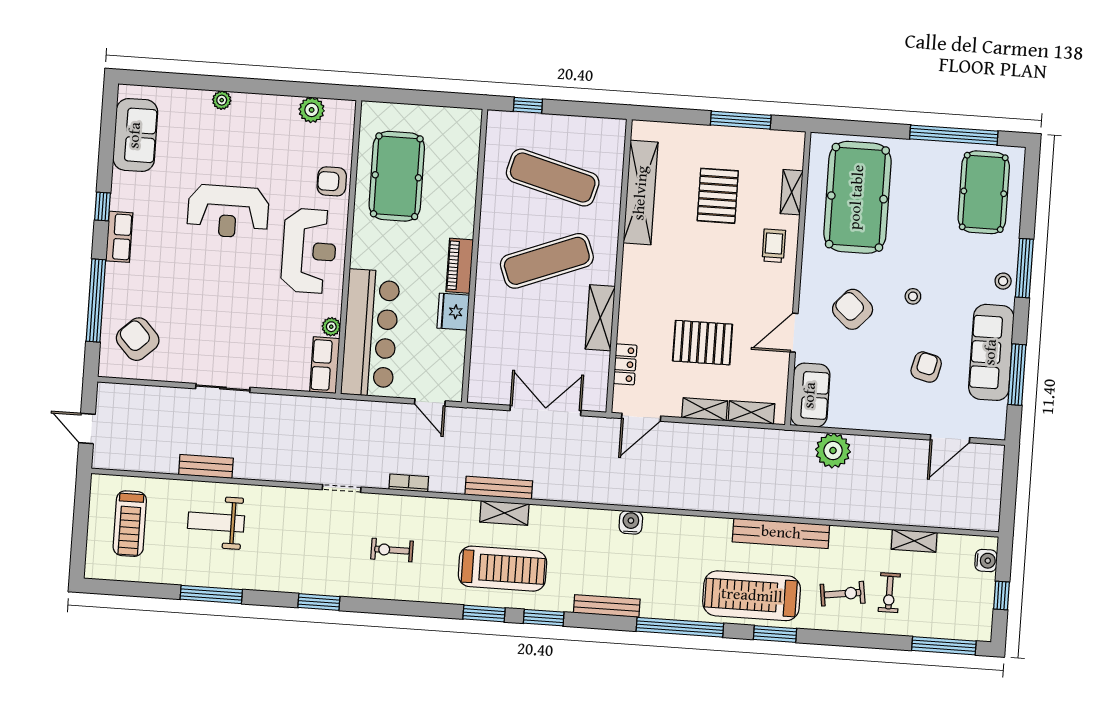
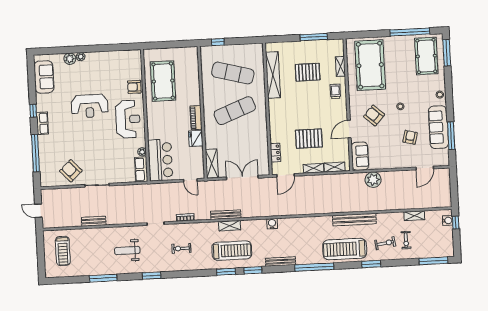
plant: (312, 110) -> (70, 59), moved
pallet: (718, 196) -> (308, 72), turned 90
window: (1024, 268) -> (447, 53), moved
shelving: (600, 318) -> (212, 164), moved
bar counter: (370, 333) -> (160, 160), width x0.73
armchair: (138, 339) -> (71, 171), moved
weight bench: (216, 522) -> (127, 251), moved
water cooler: (631, 522) -> (272, 224), moved
window: (1001, 595) -> (456, 223), moved
window: (775, 634) -> (371, 264), moved

